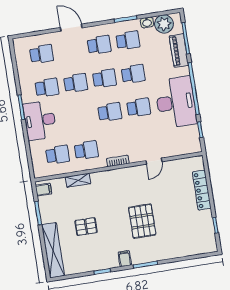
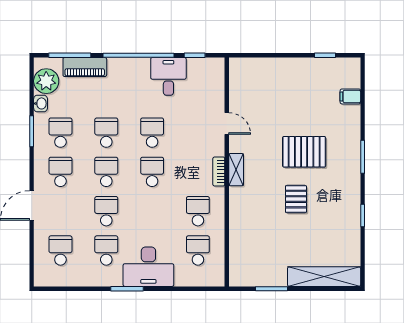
desk: (176, 102) -> (168, 76), width x0.53, depth x0.77
shelving: (78, 180) -> (236, 170), moved
filing cabinet: (44, 190) -> (241, 276), removed
locker: (202, 190) -> (275, 66), removed
pallet: (86, 227) -> (296, 199), moved
filing cabinet: (125, 259) -> (350, 96), moved

